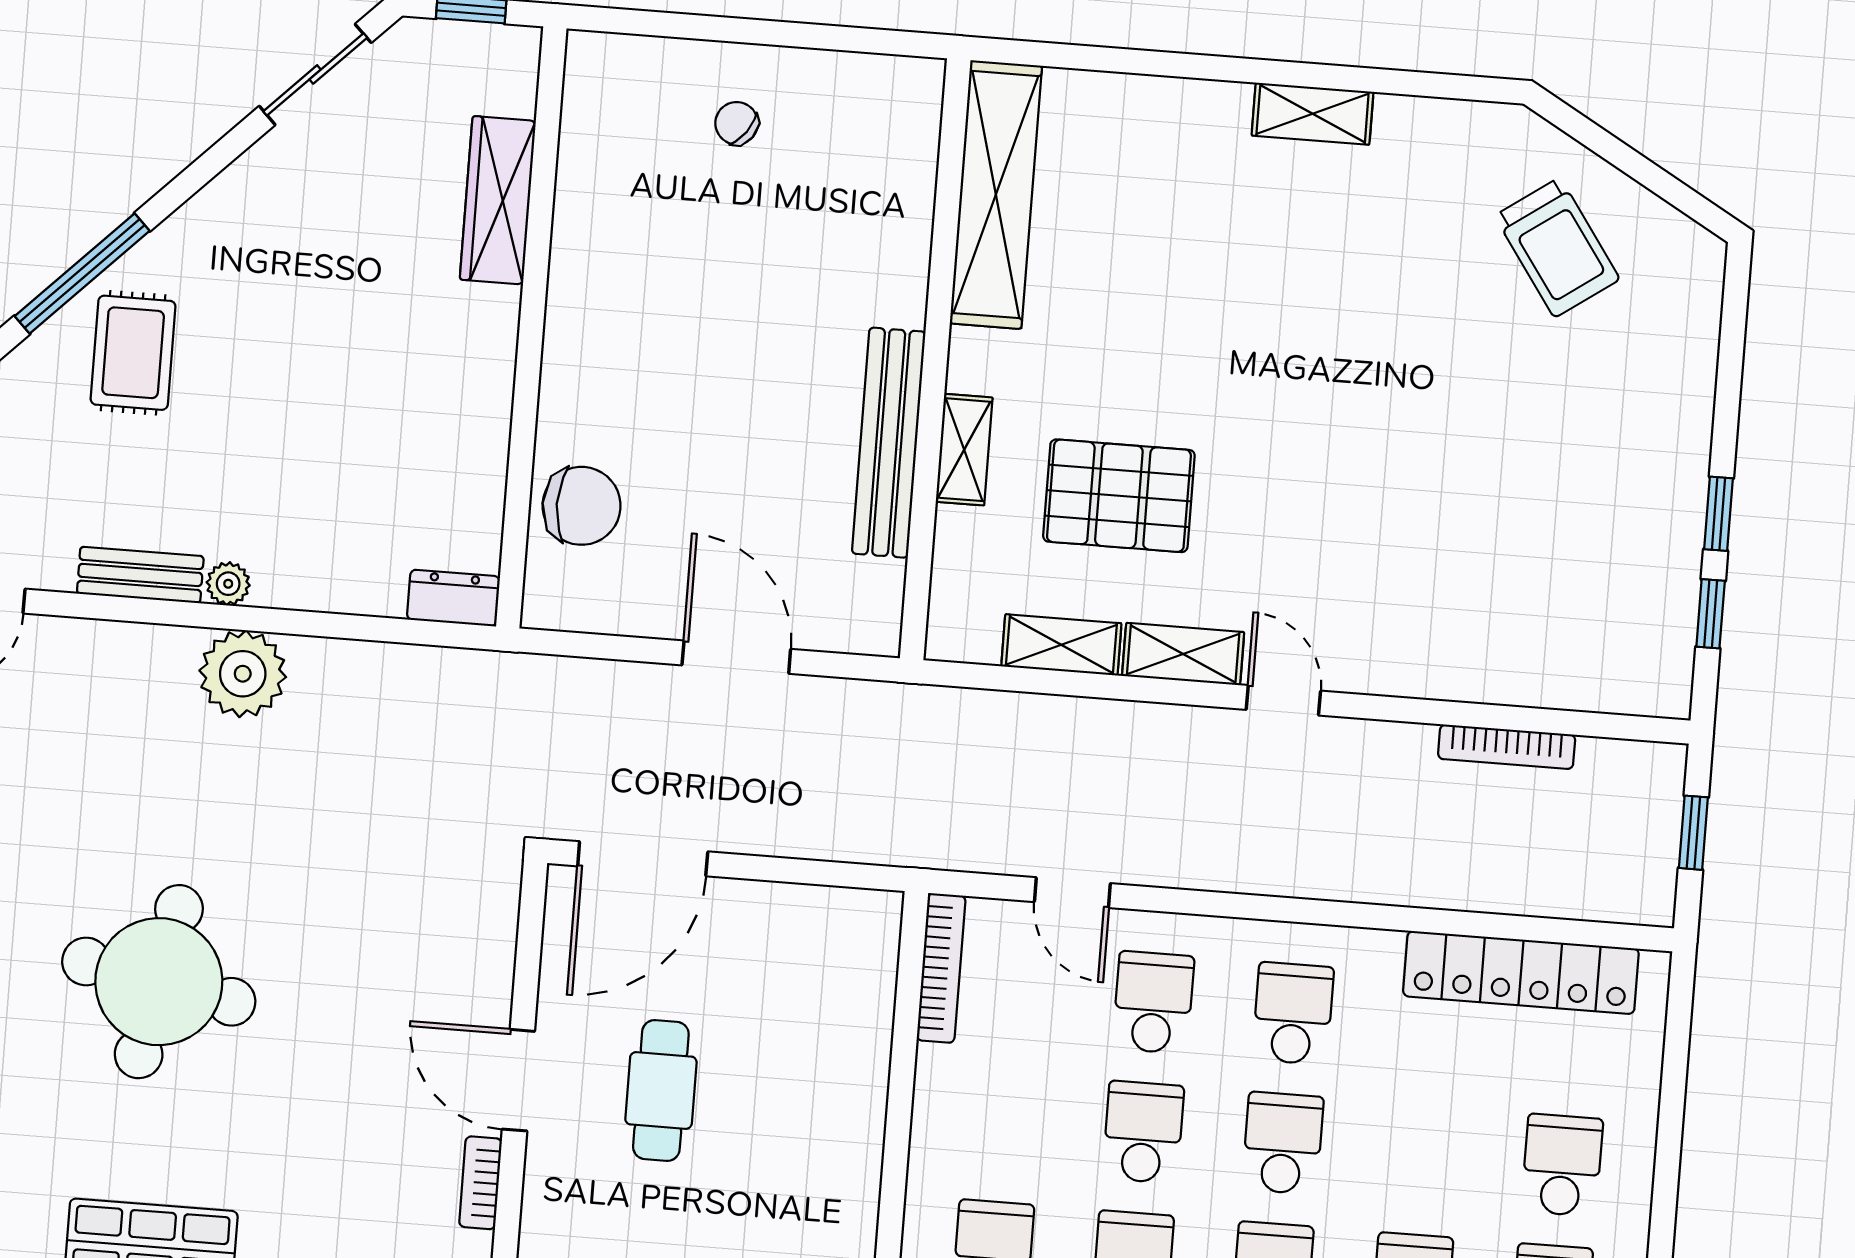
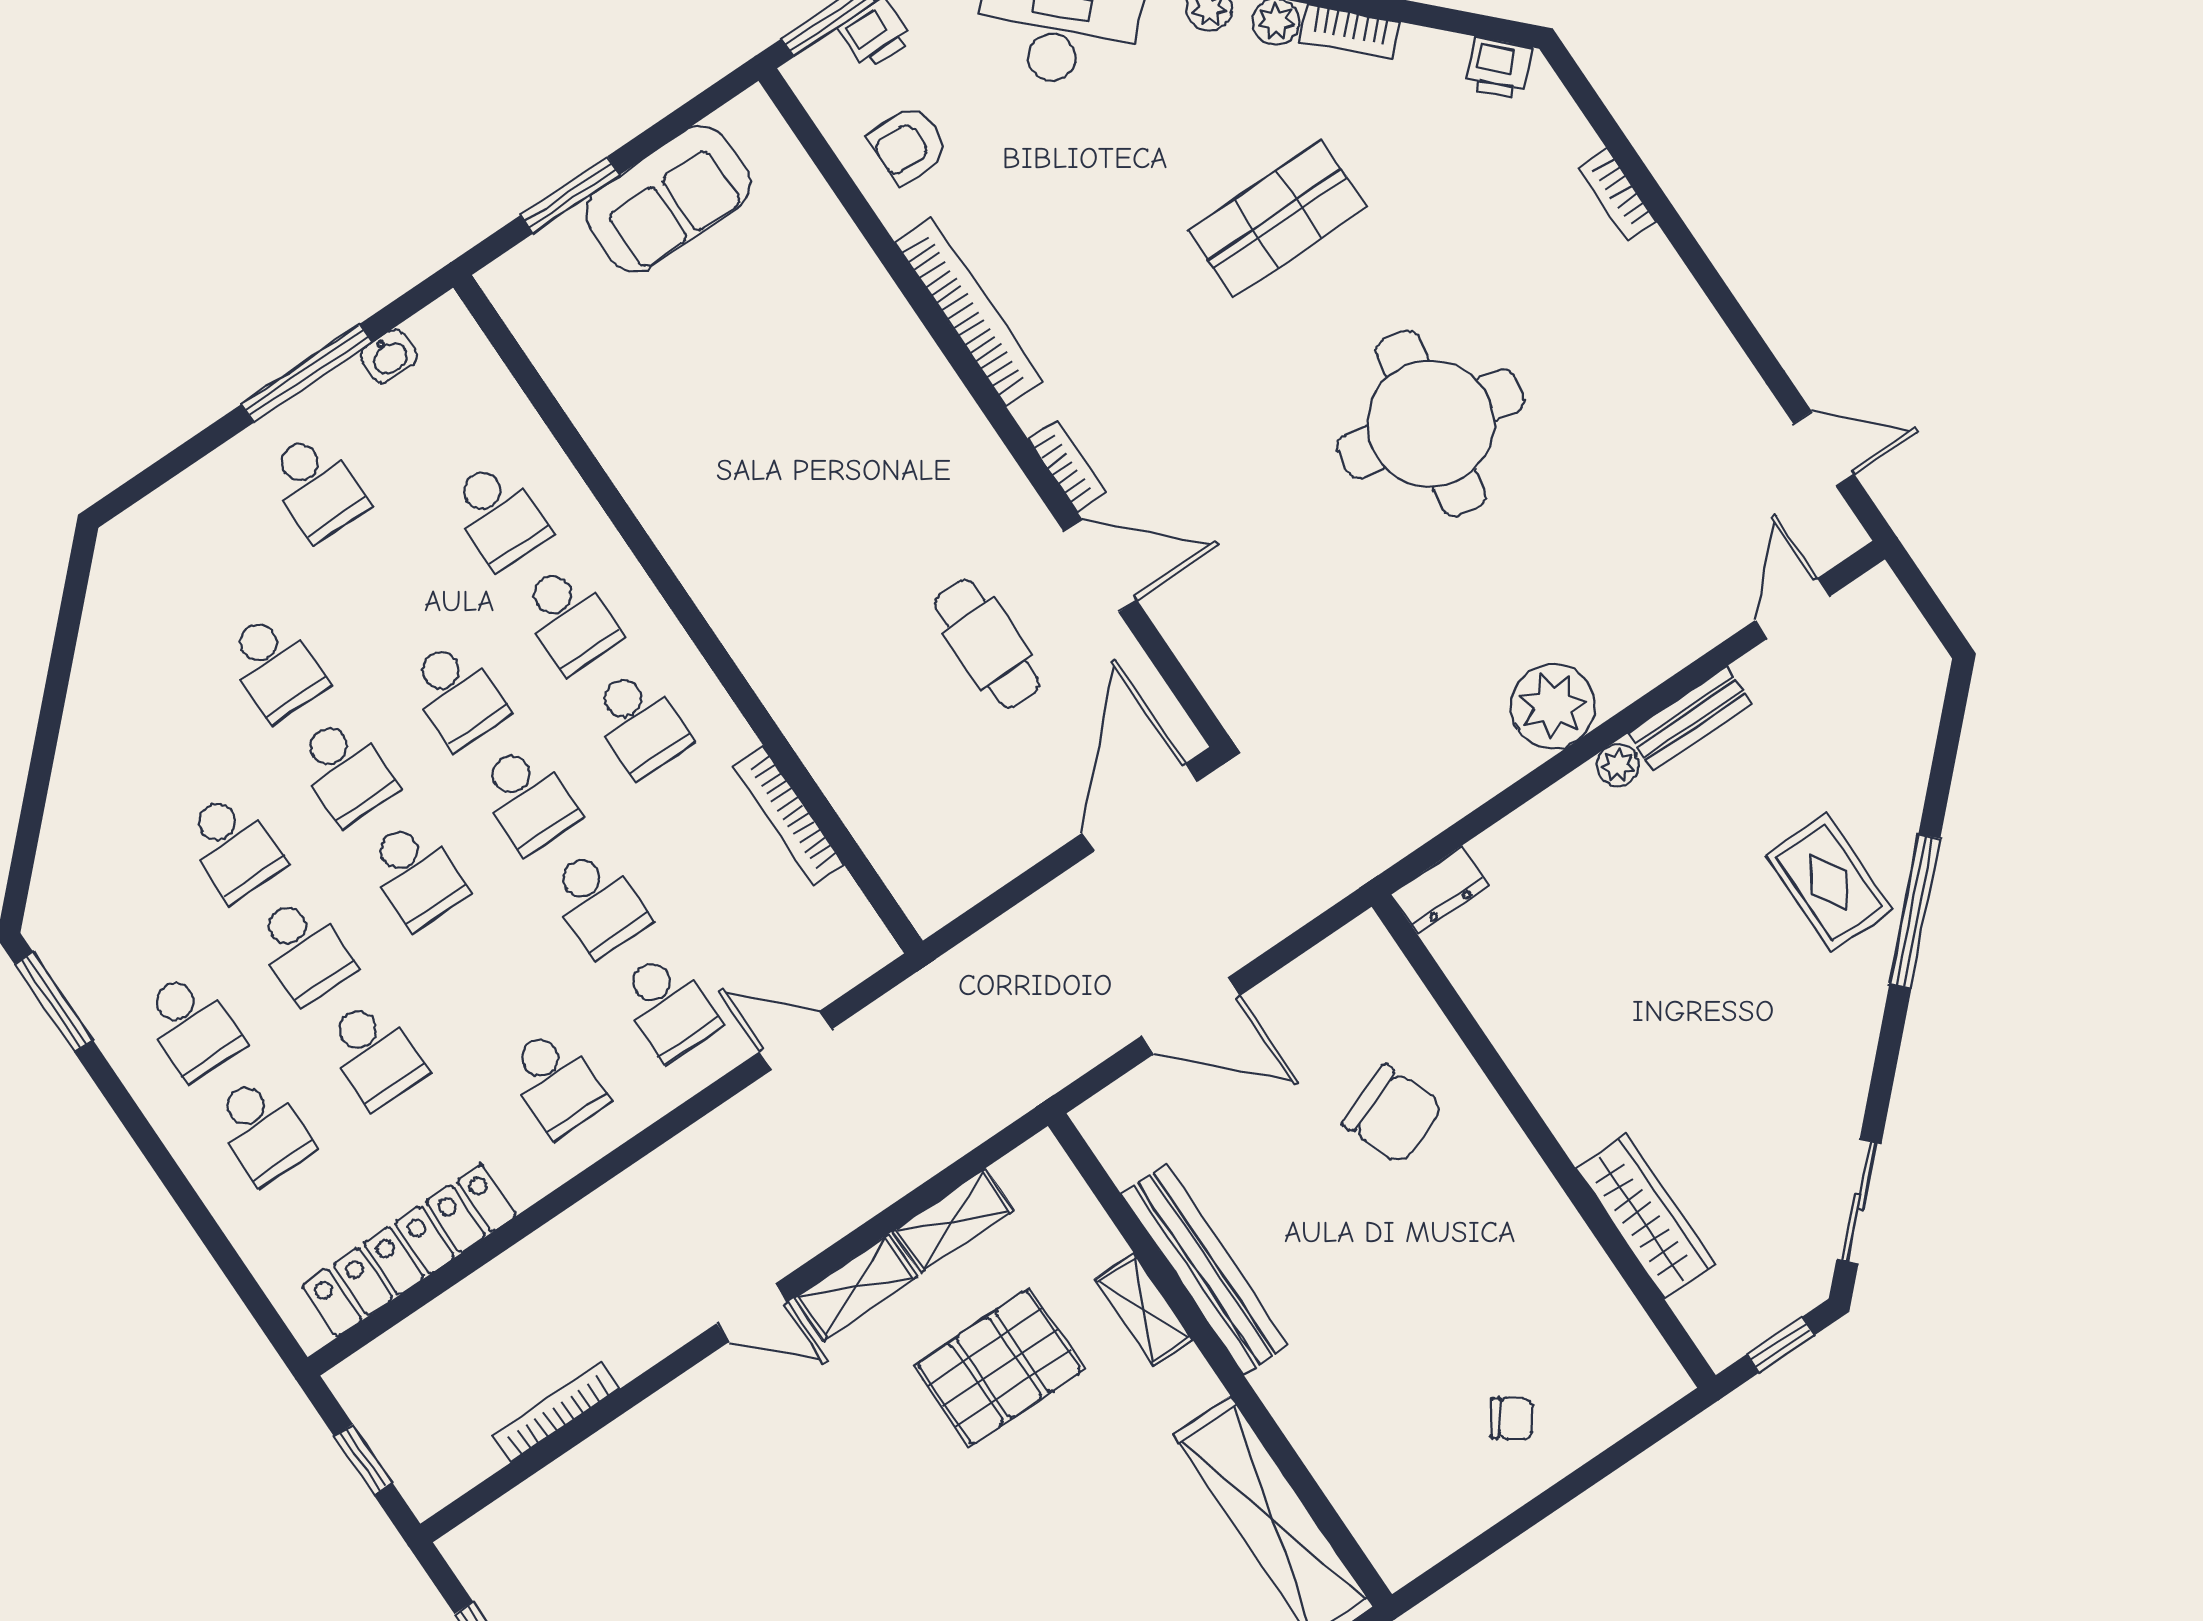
chair: (582, 506) -> (1393, 1115), moved, turned -111
bookcase: (941, 968) -> (788, 815), moved
school desk: (1283, 1143) -> (374, 1054), moved

